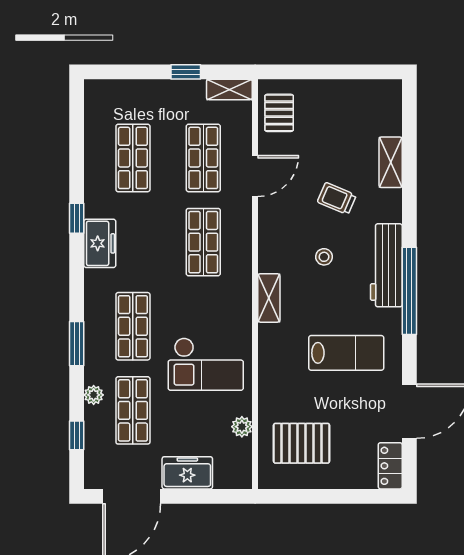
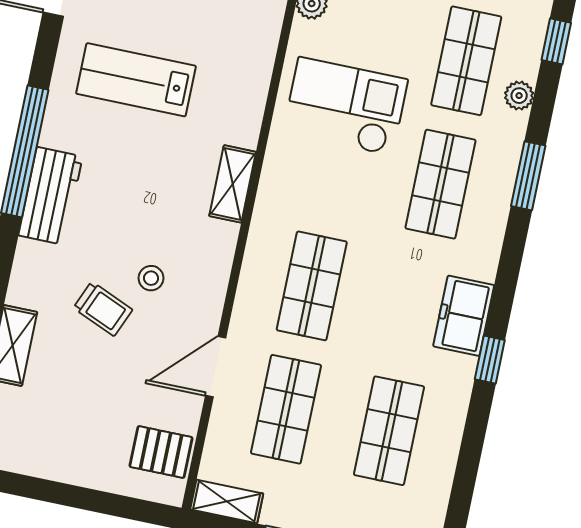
pallet: (279, 113) -> (161, 452), turned 90
stool: (324, 257) -> (151, 278), moved
workbench: (386, 265) -> (51, 196), width x0.73

